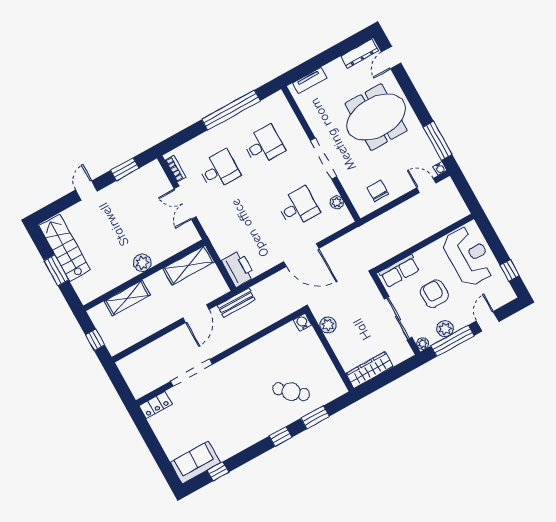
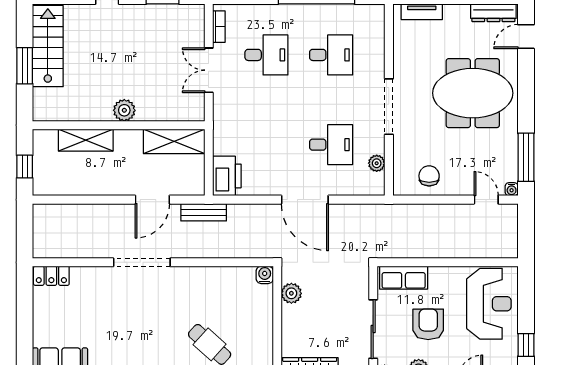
doorway: (191, 373) -> (142, 262), moved

